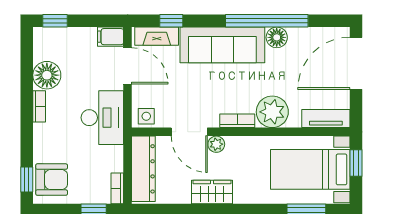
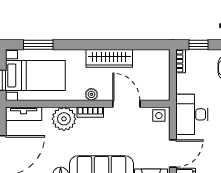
door: (128, 66) -> (173, 153), swing flipped
plant: (216, 144) -> (91, 94), moved
dresser: (143, 169) -> (161, 76), removed
wardrobe: (212, 192) -> (109, 58), width x1.50

